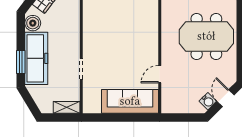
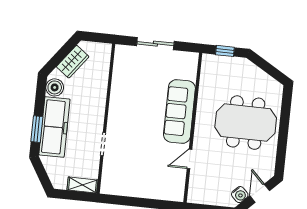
sofa: (130, 101) -> (179, 112), moved, turned -90

